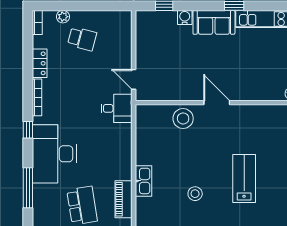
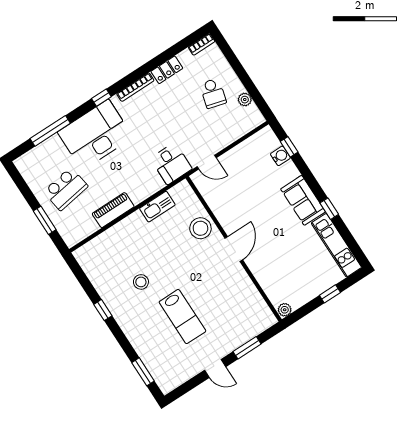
plant: (63, 17) -> (245, 100), moved
water cooler: (185, 17) -> (280, 156), moved
door: (134, 79) -> (207, 162), swing flipped
lab bench: (244, 178) -> (182, 317), turned 90
kitchen sink: (144, 181) -> (157, 207), moved
piano: (123, 199) -> (113, 210), moved

